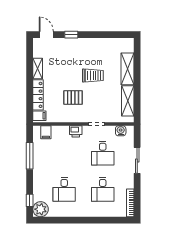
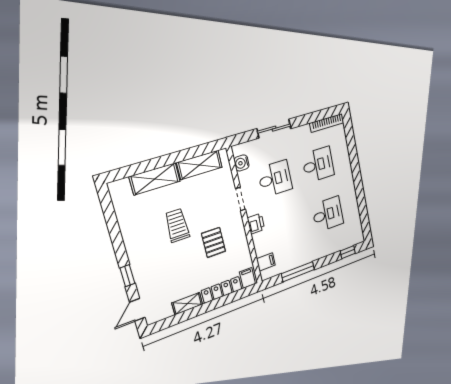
plant: (41, 209) -> (355, 235), removed

